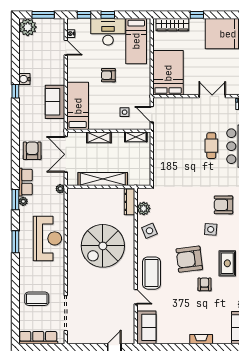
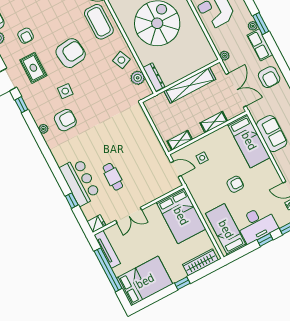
cafe table: (211, 146) -> (113, 177), moved
armchair: (204, 284) -> (26, 36), moved

